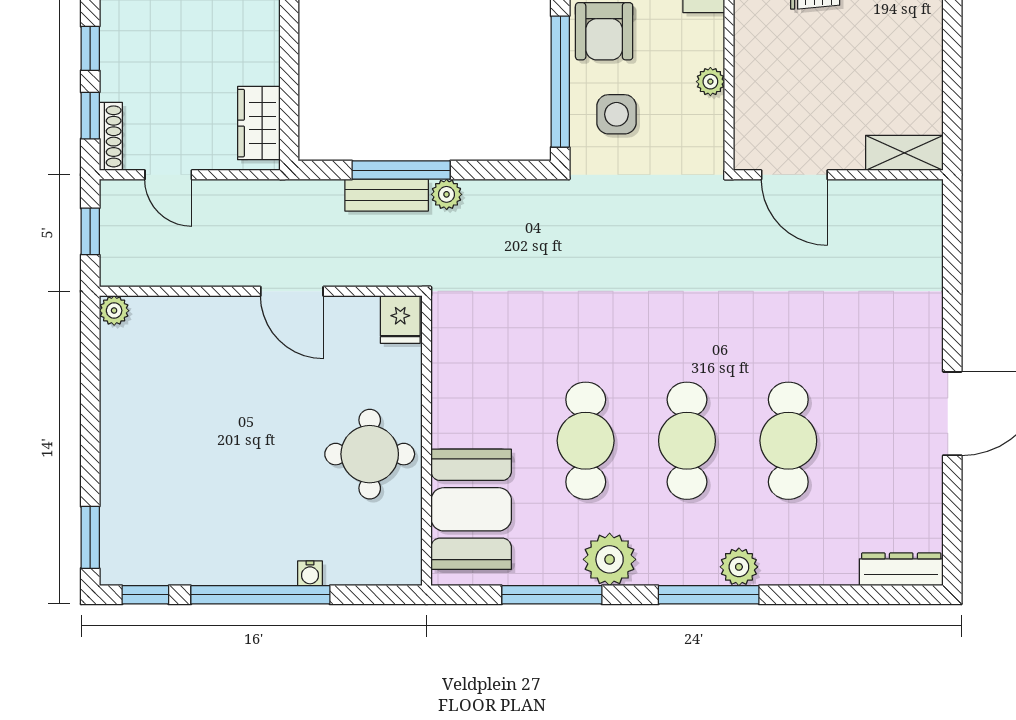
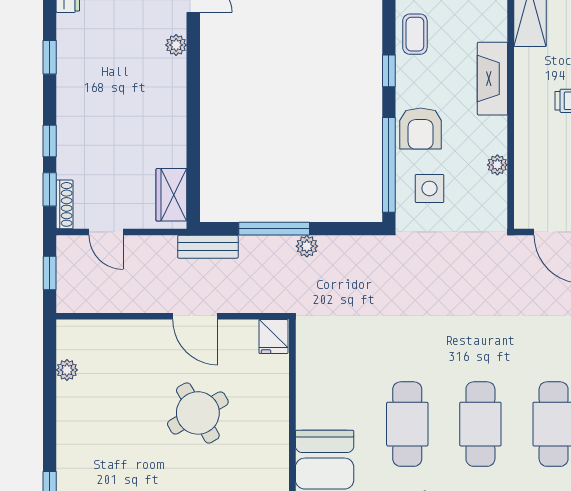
bench: (387, 195) -> (208, 247), moved
plant: (114, 311) -> (67, 370), moved
round table: (370, 454) -> (198, 413), moved, turned -30

